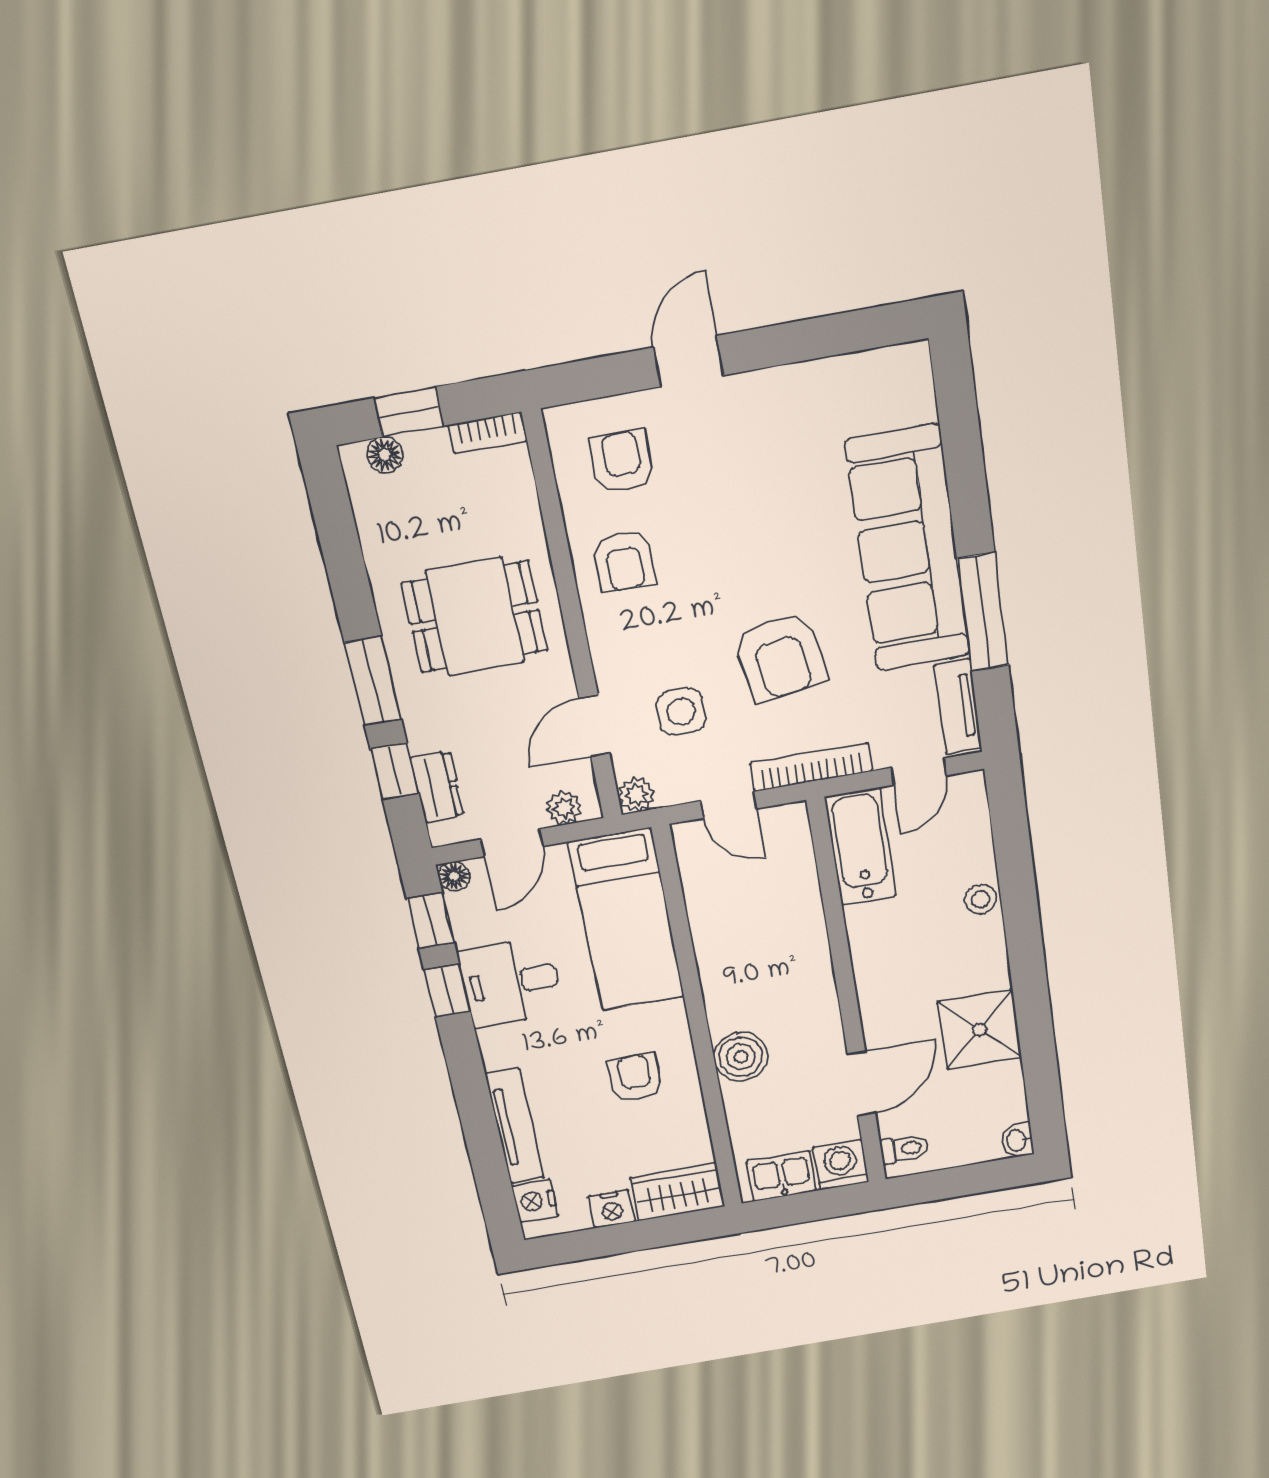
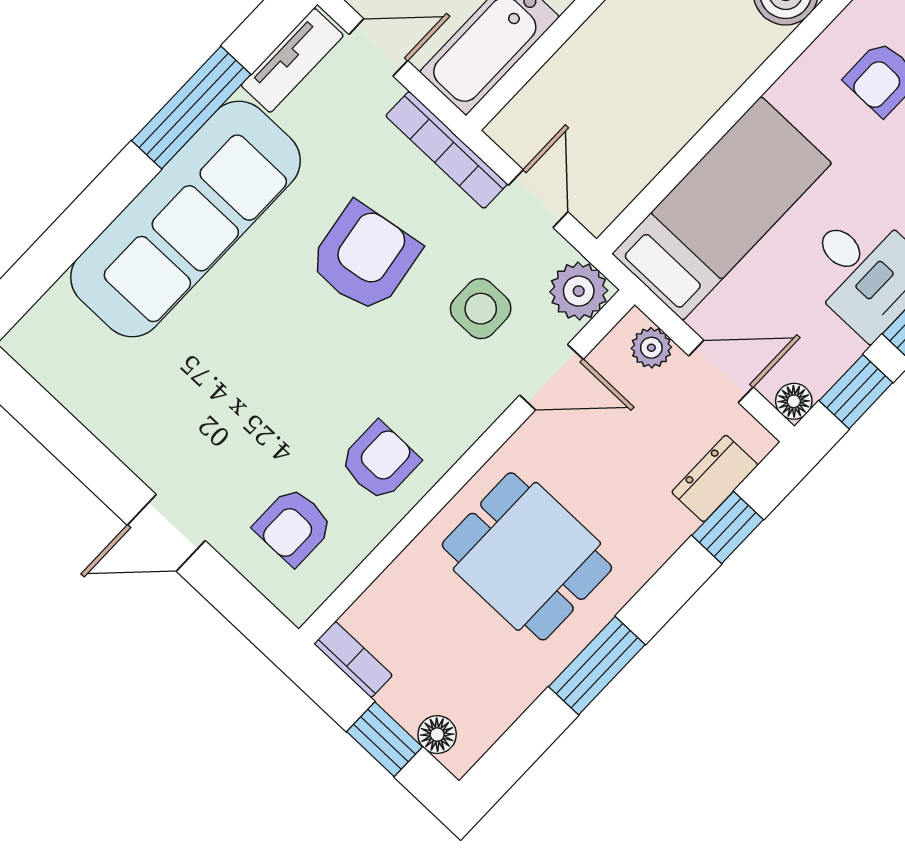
window: (373, 681) -> (597, 666), moved
plant: (636, 795) -> (579, 291), width x1.38, depth x1.38

